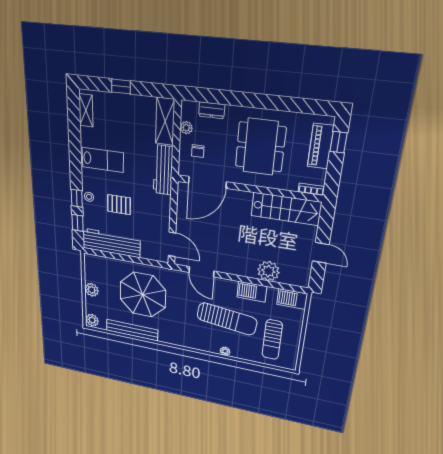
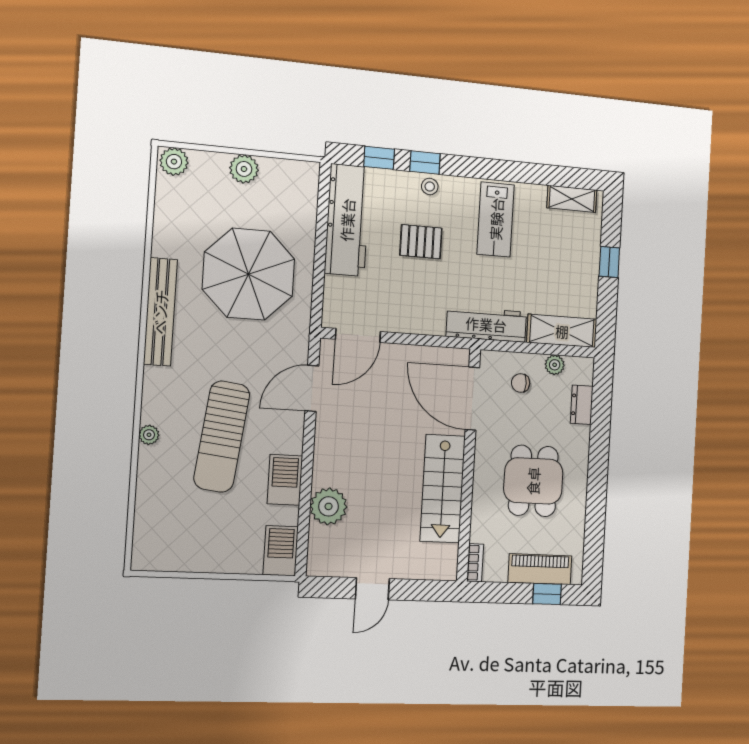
dining table: (260, 147) -> (533, 481), width x0.73
pallet: (119, 205) -> (421, 242), turned 90
stairs: (286, 209) -> (443, 489), moved
bench: (132, 330) -> (160, 312), moved
sun lounger: (272, 340) -> (191, 522), removed

